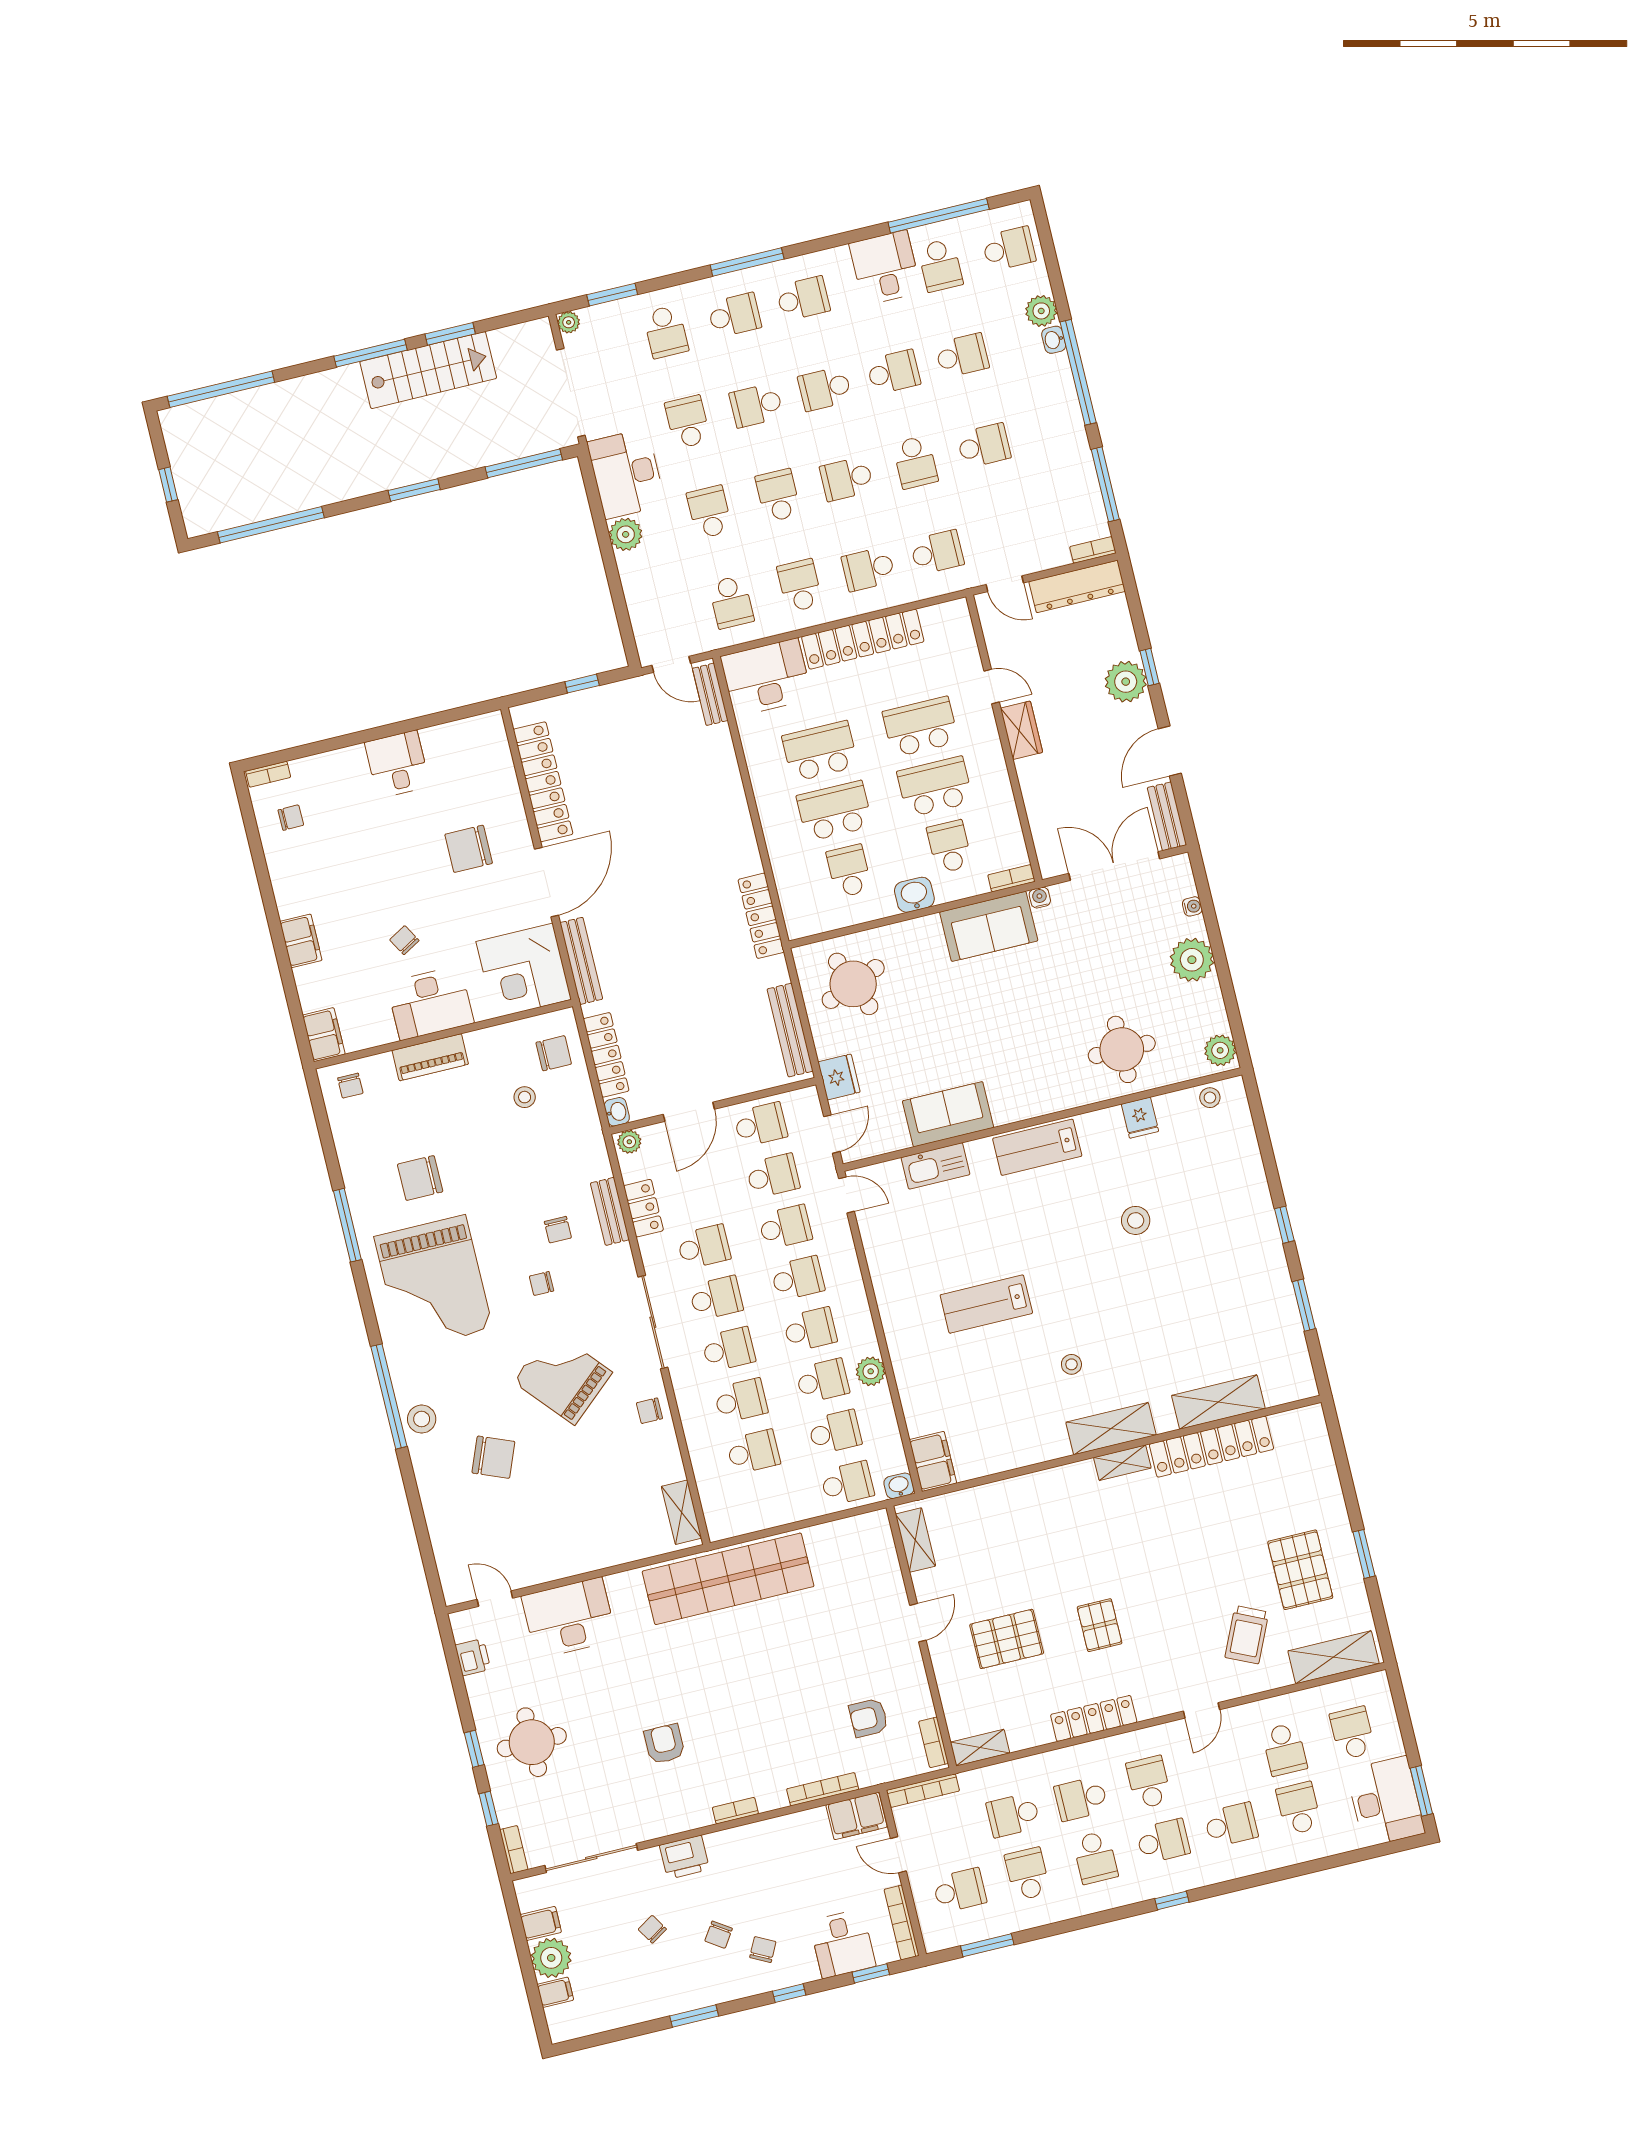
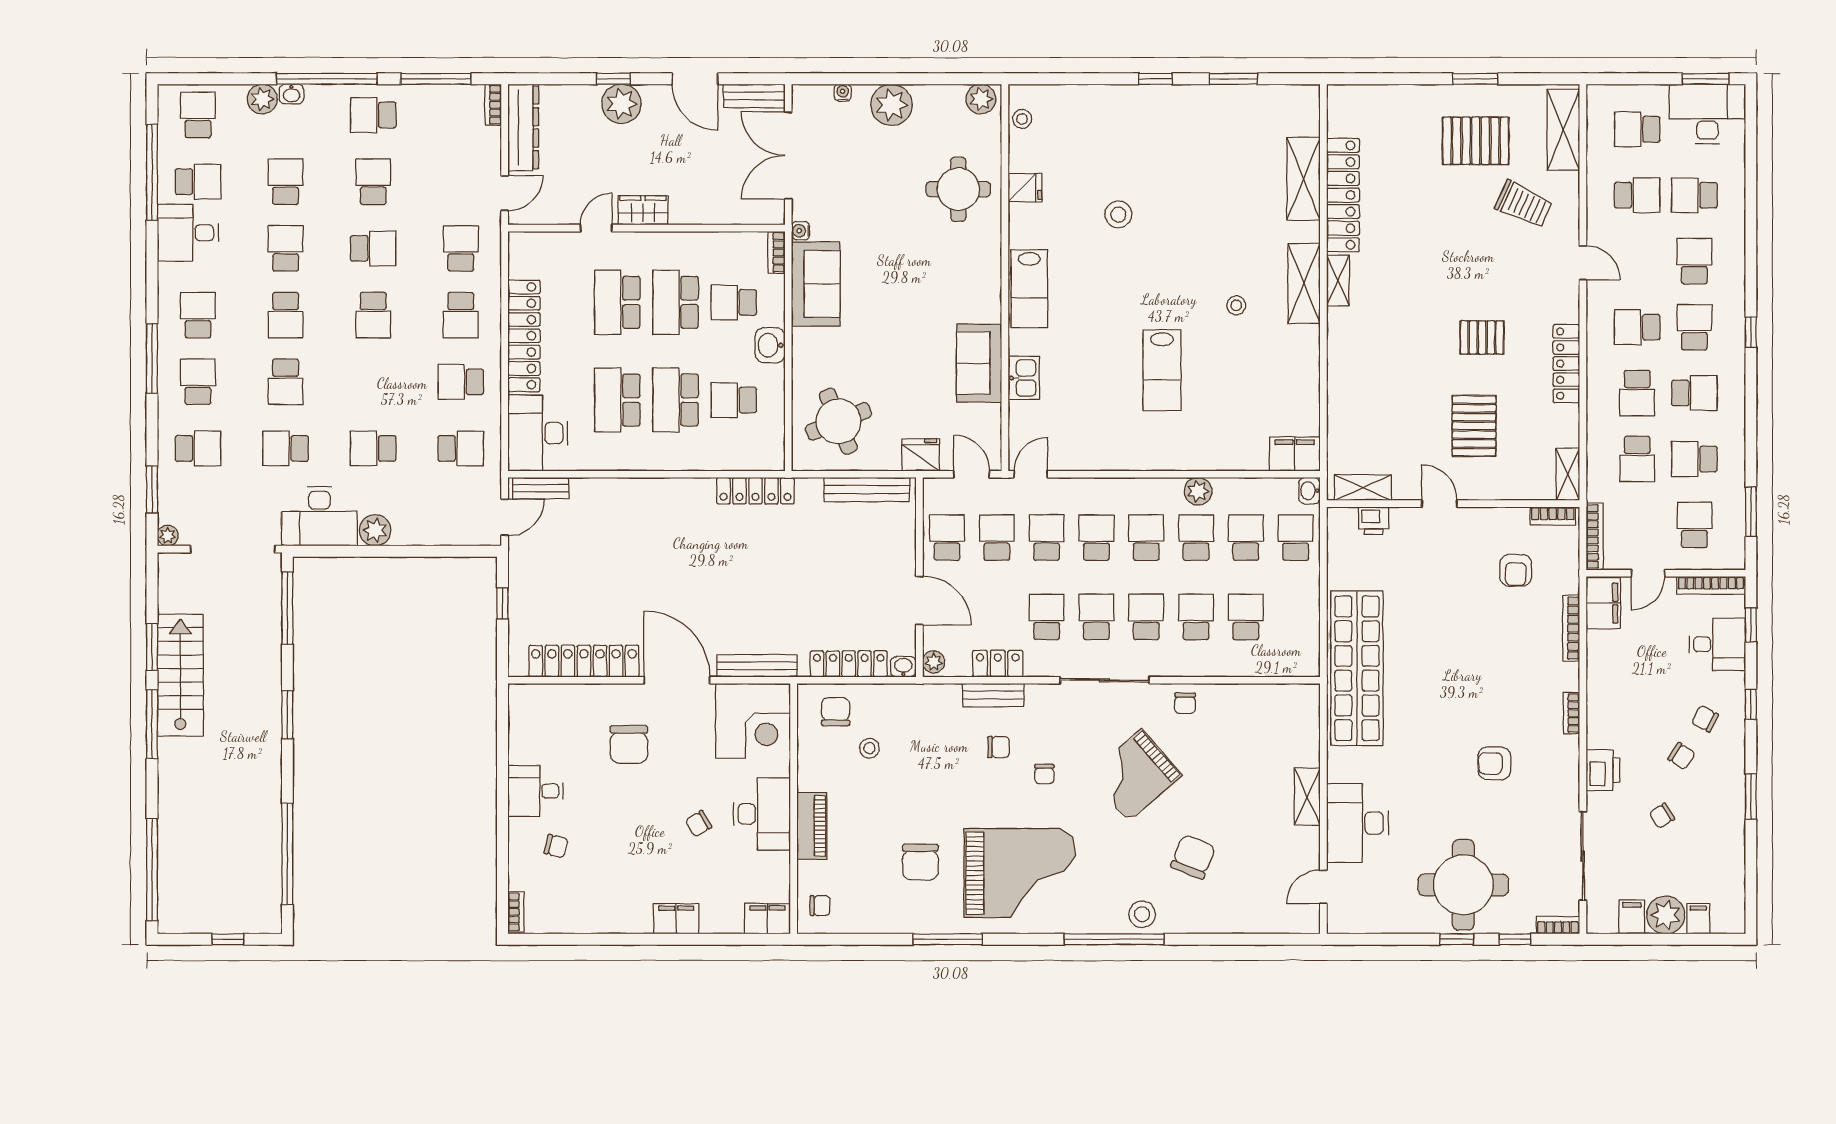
school desk: (778, 495) -> (373, 115), moved
chair: (291, 818) -> (556, 846), moved, turned 105
kitchen sink: (936, 1166) -> (1024, 378), width x0.73
shelving: (681, 1512) -> (1307, 796), moved, turned 90
printer: (473, 1657) -> (1374, 521), moved, turned 180
round table: (532, 1742) -> (1463, 885), width x1.36, depth x1.36

